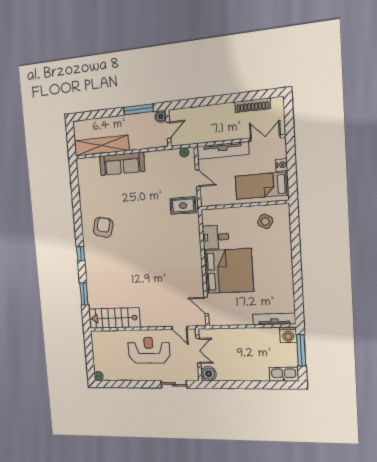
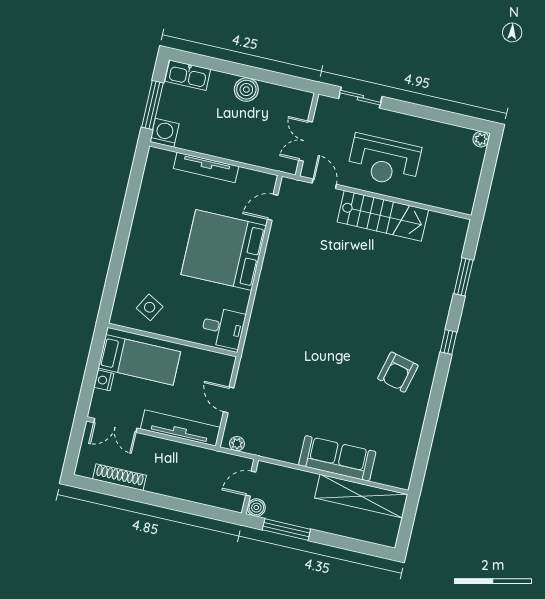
rug: (183, 206) -> (262, 367), removed
desk: (216, 237) -> (223, 328), moved
door: (206, 306) -> (273, 207), swing flipped
stairs: (114, 318) -> (383, 216), moved
tv unit: (274, 319) -> (206, 167), moved
boiler: (209, 374) -> (246, 90), moved

